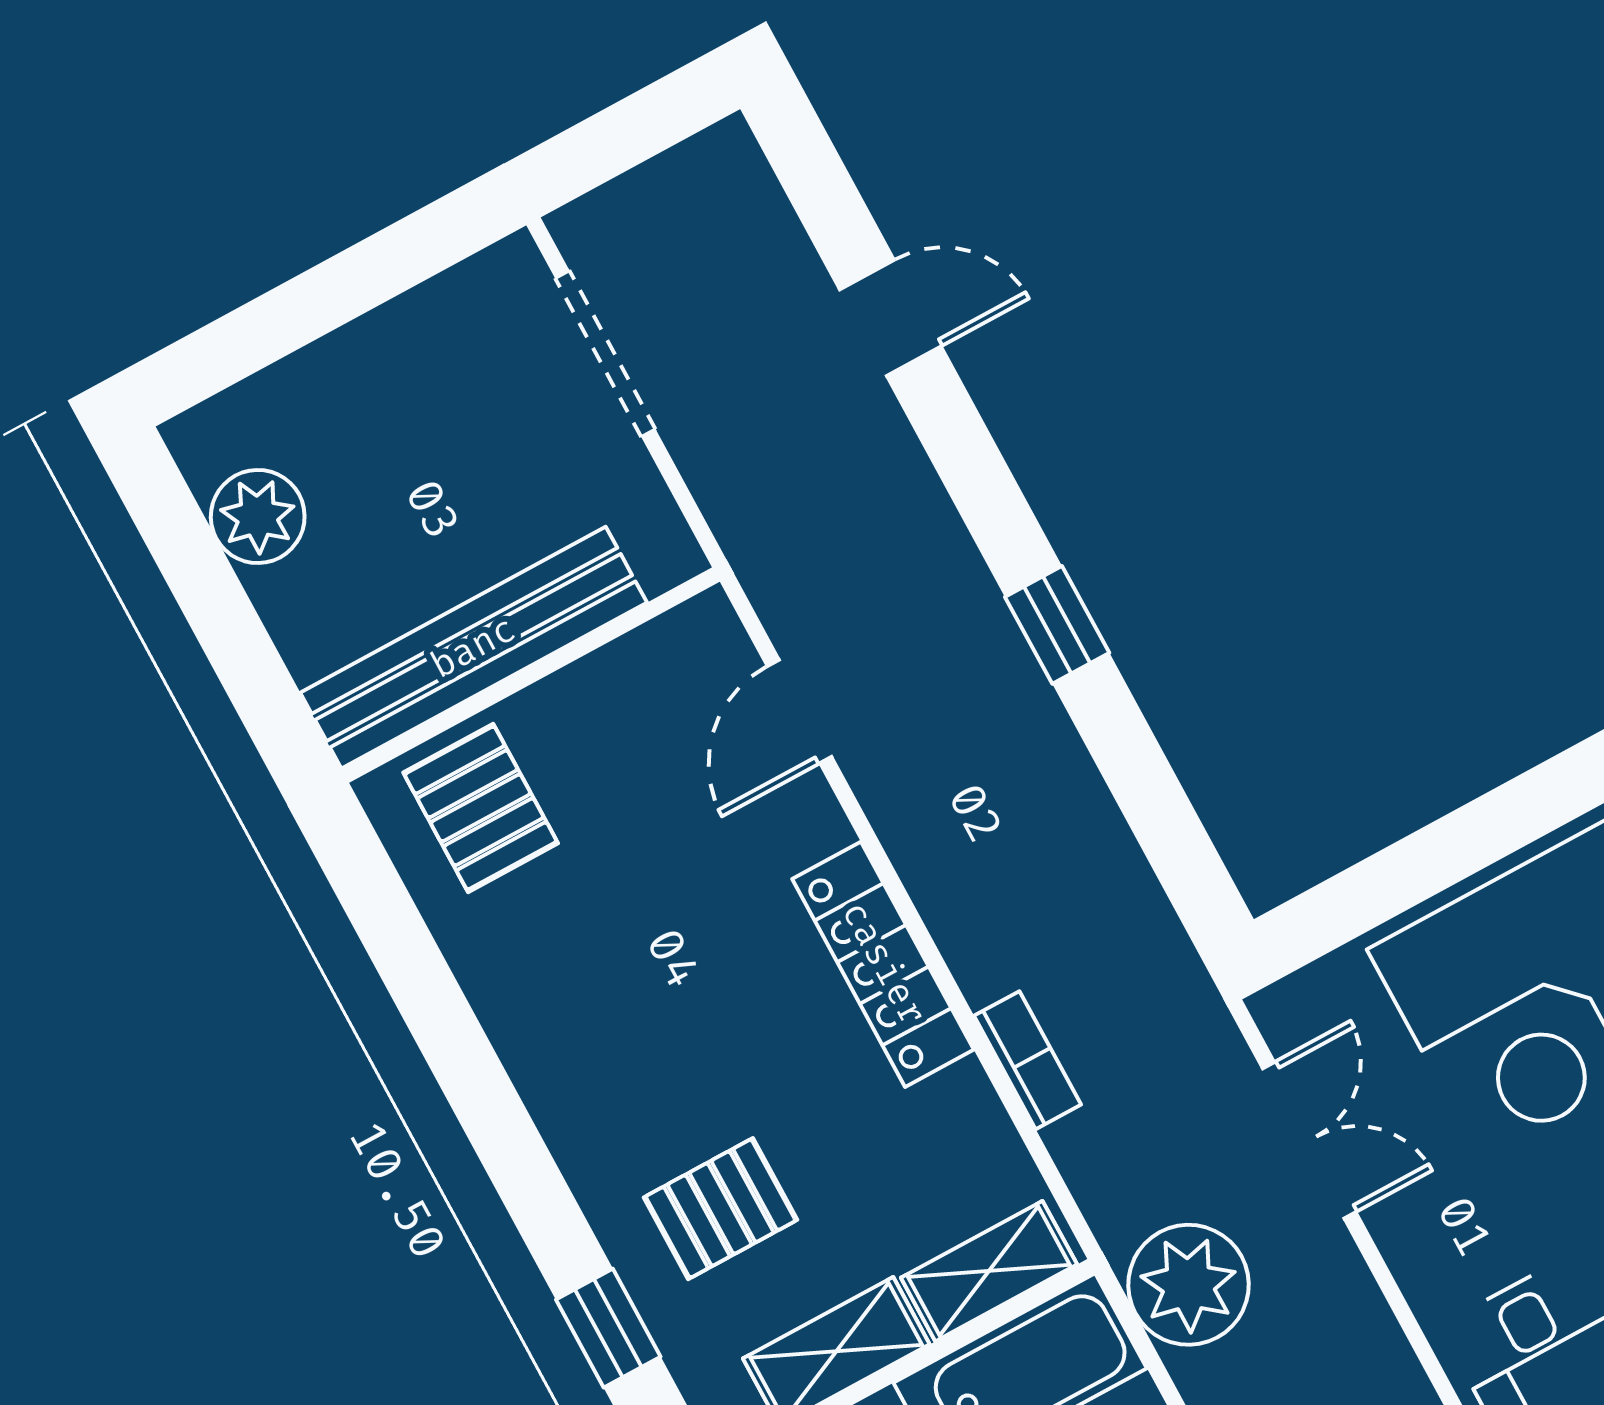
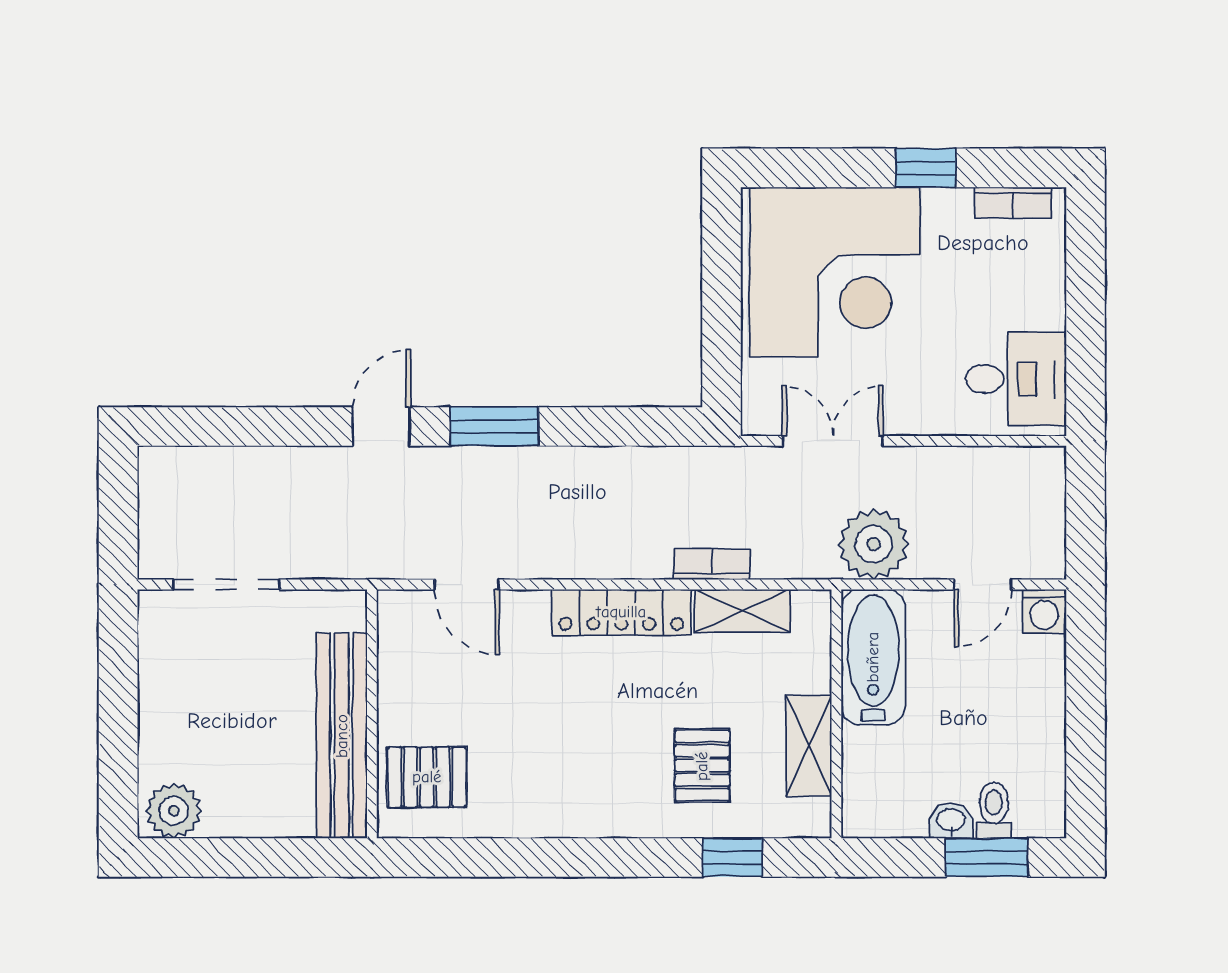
door: (890, 318) -> (381, 426), moved
plant: (258, 516) -> (174, 811), moved
window: (1057, 625) -> (494, 426), width x1.50
shelving: (989, 1271) -> (743, 611), moved, turned 90

